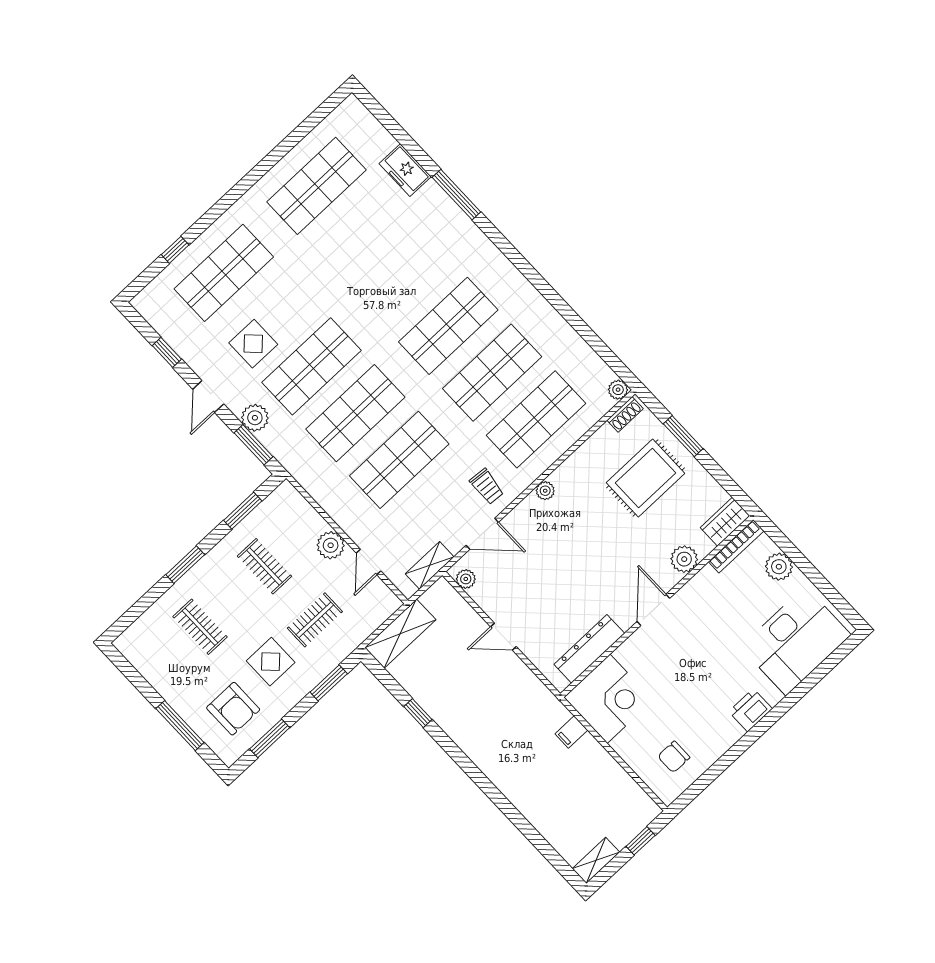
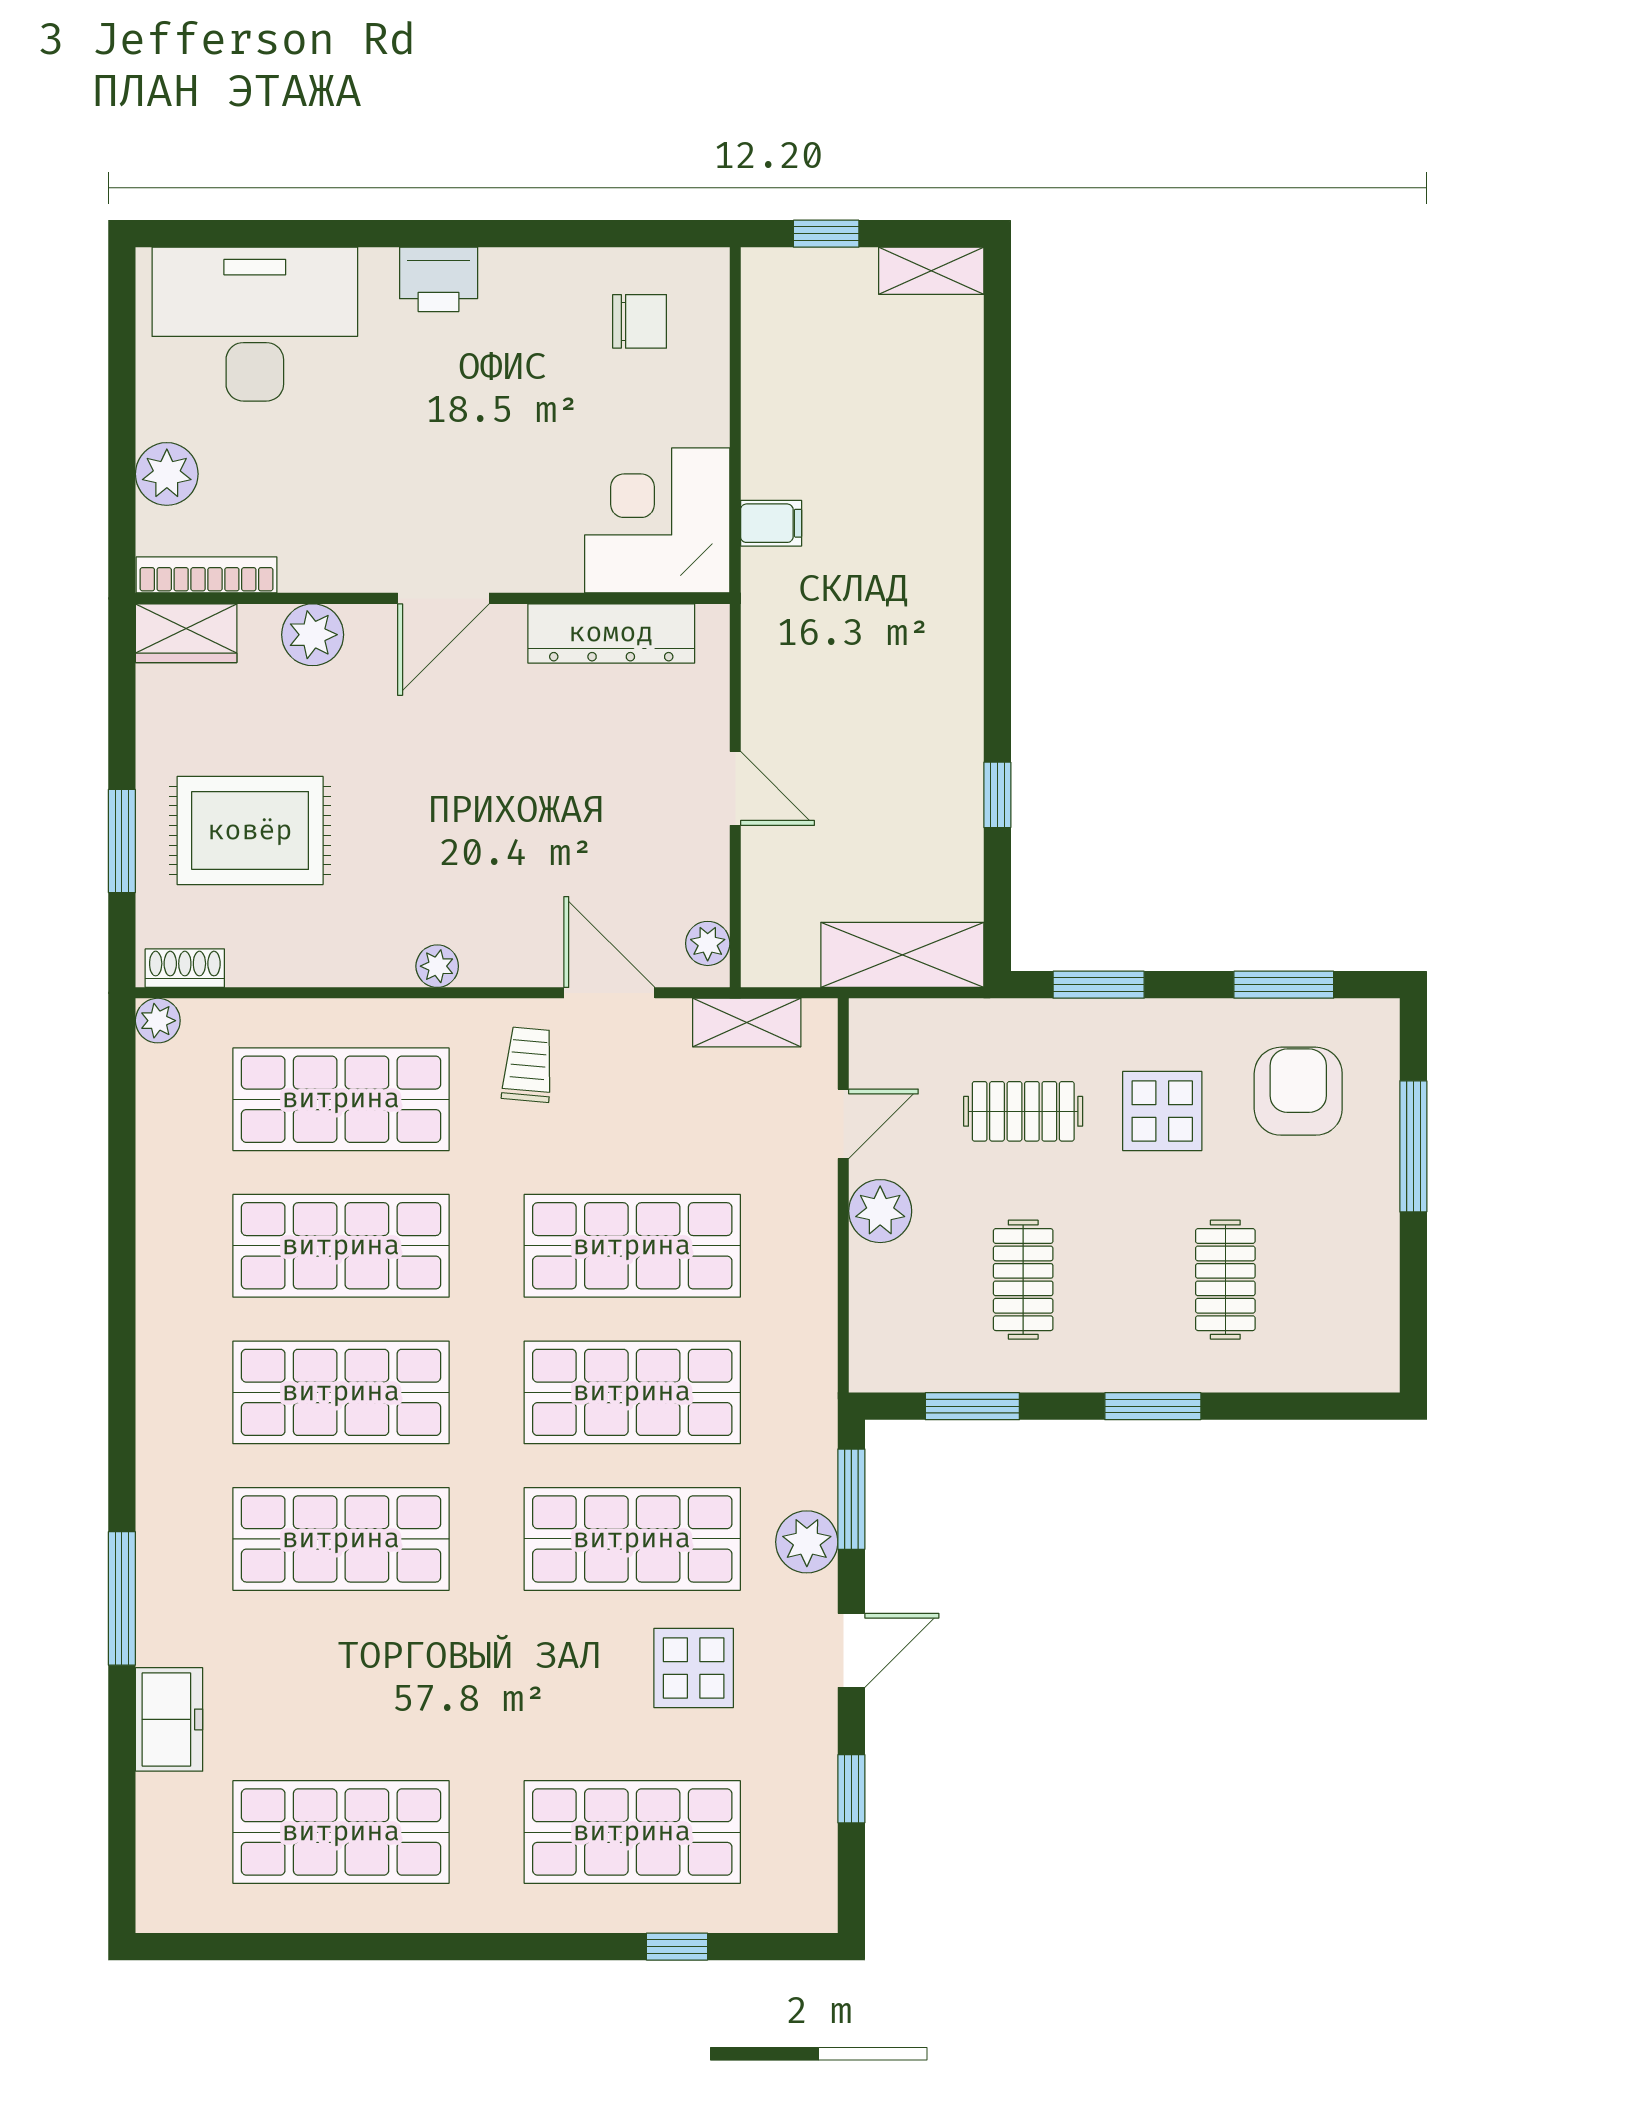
shop shelf: (404, 279) -> (341, 1539), added

